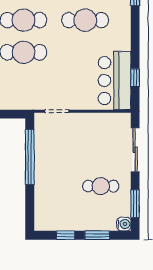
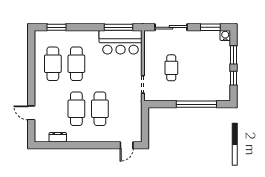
window: (135, 78) -> (119, 27), width x2.17
window: (30, 157) -> (196, 104), moved
cafe table: (101, 186) -> (171, 68), moved

